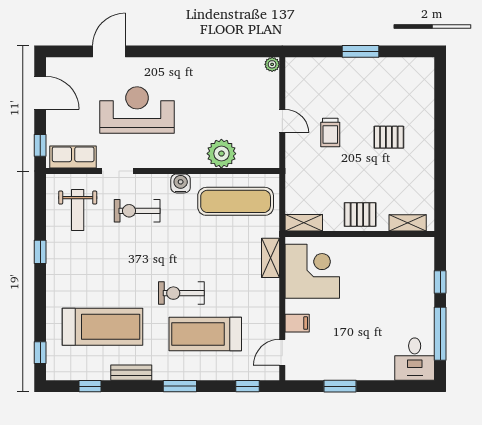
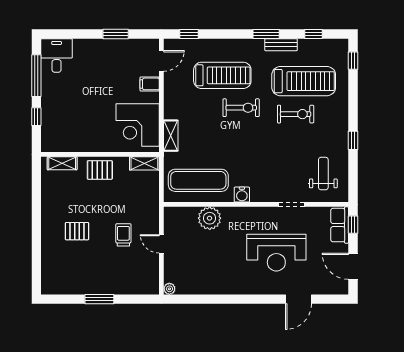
row of seats: (73, 157) -> (340, 225), moved, turned 90
exercise bike: (137, 211) -> (296, 114), moved
treadmill: (103, 327) -> (304, 81), turned 180
window: (180, 386) -> (266, 34), moved

